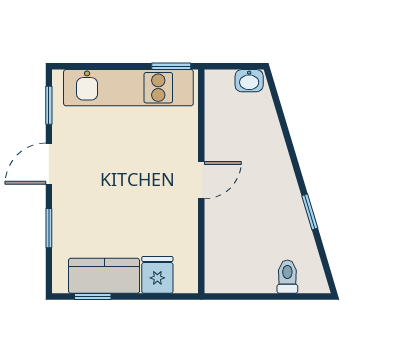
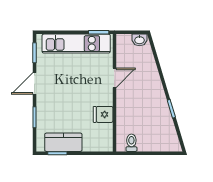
door: (201, 180) -> (114, 78), moved
fridge: (157, 275) -> (103, 114), moved, turned -90
toilet: (287, 277) -> (131, 143), moved

